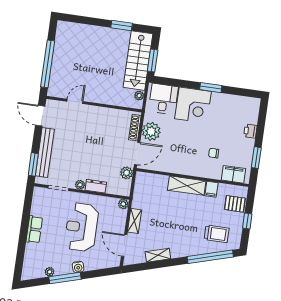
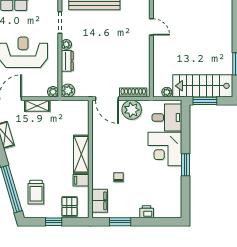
plant: (127, 173) -> (68, 91), moved

